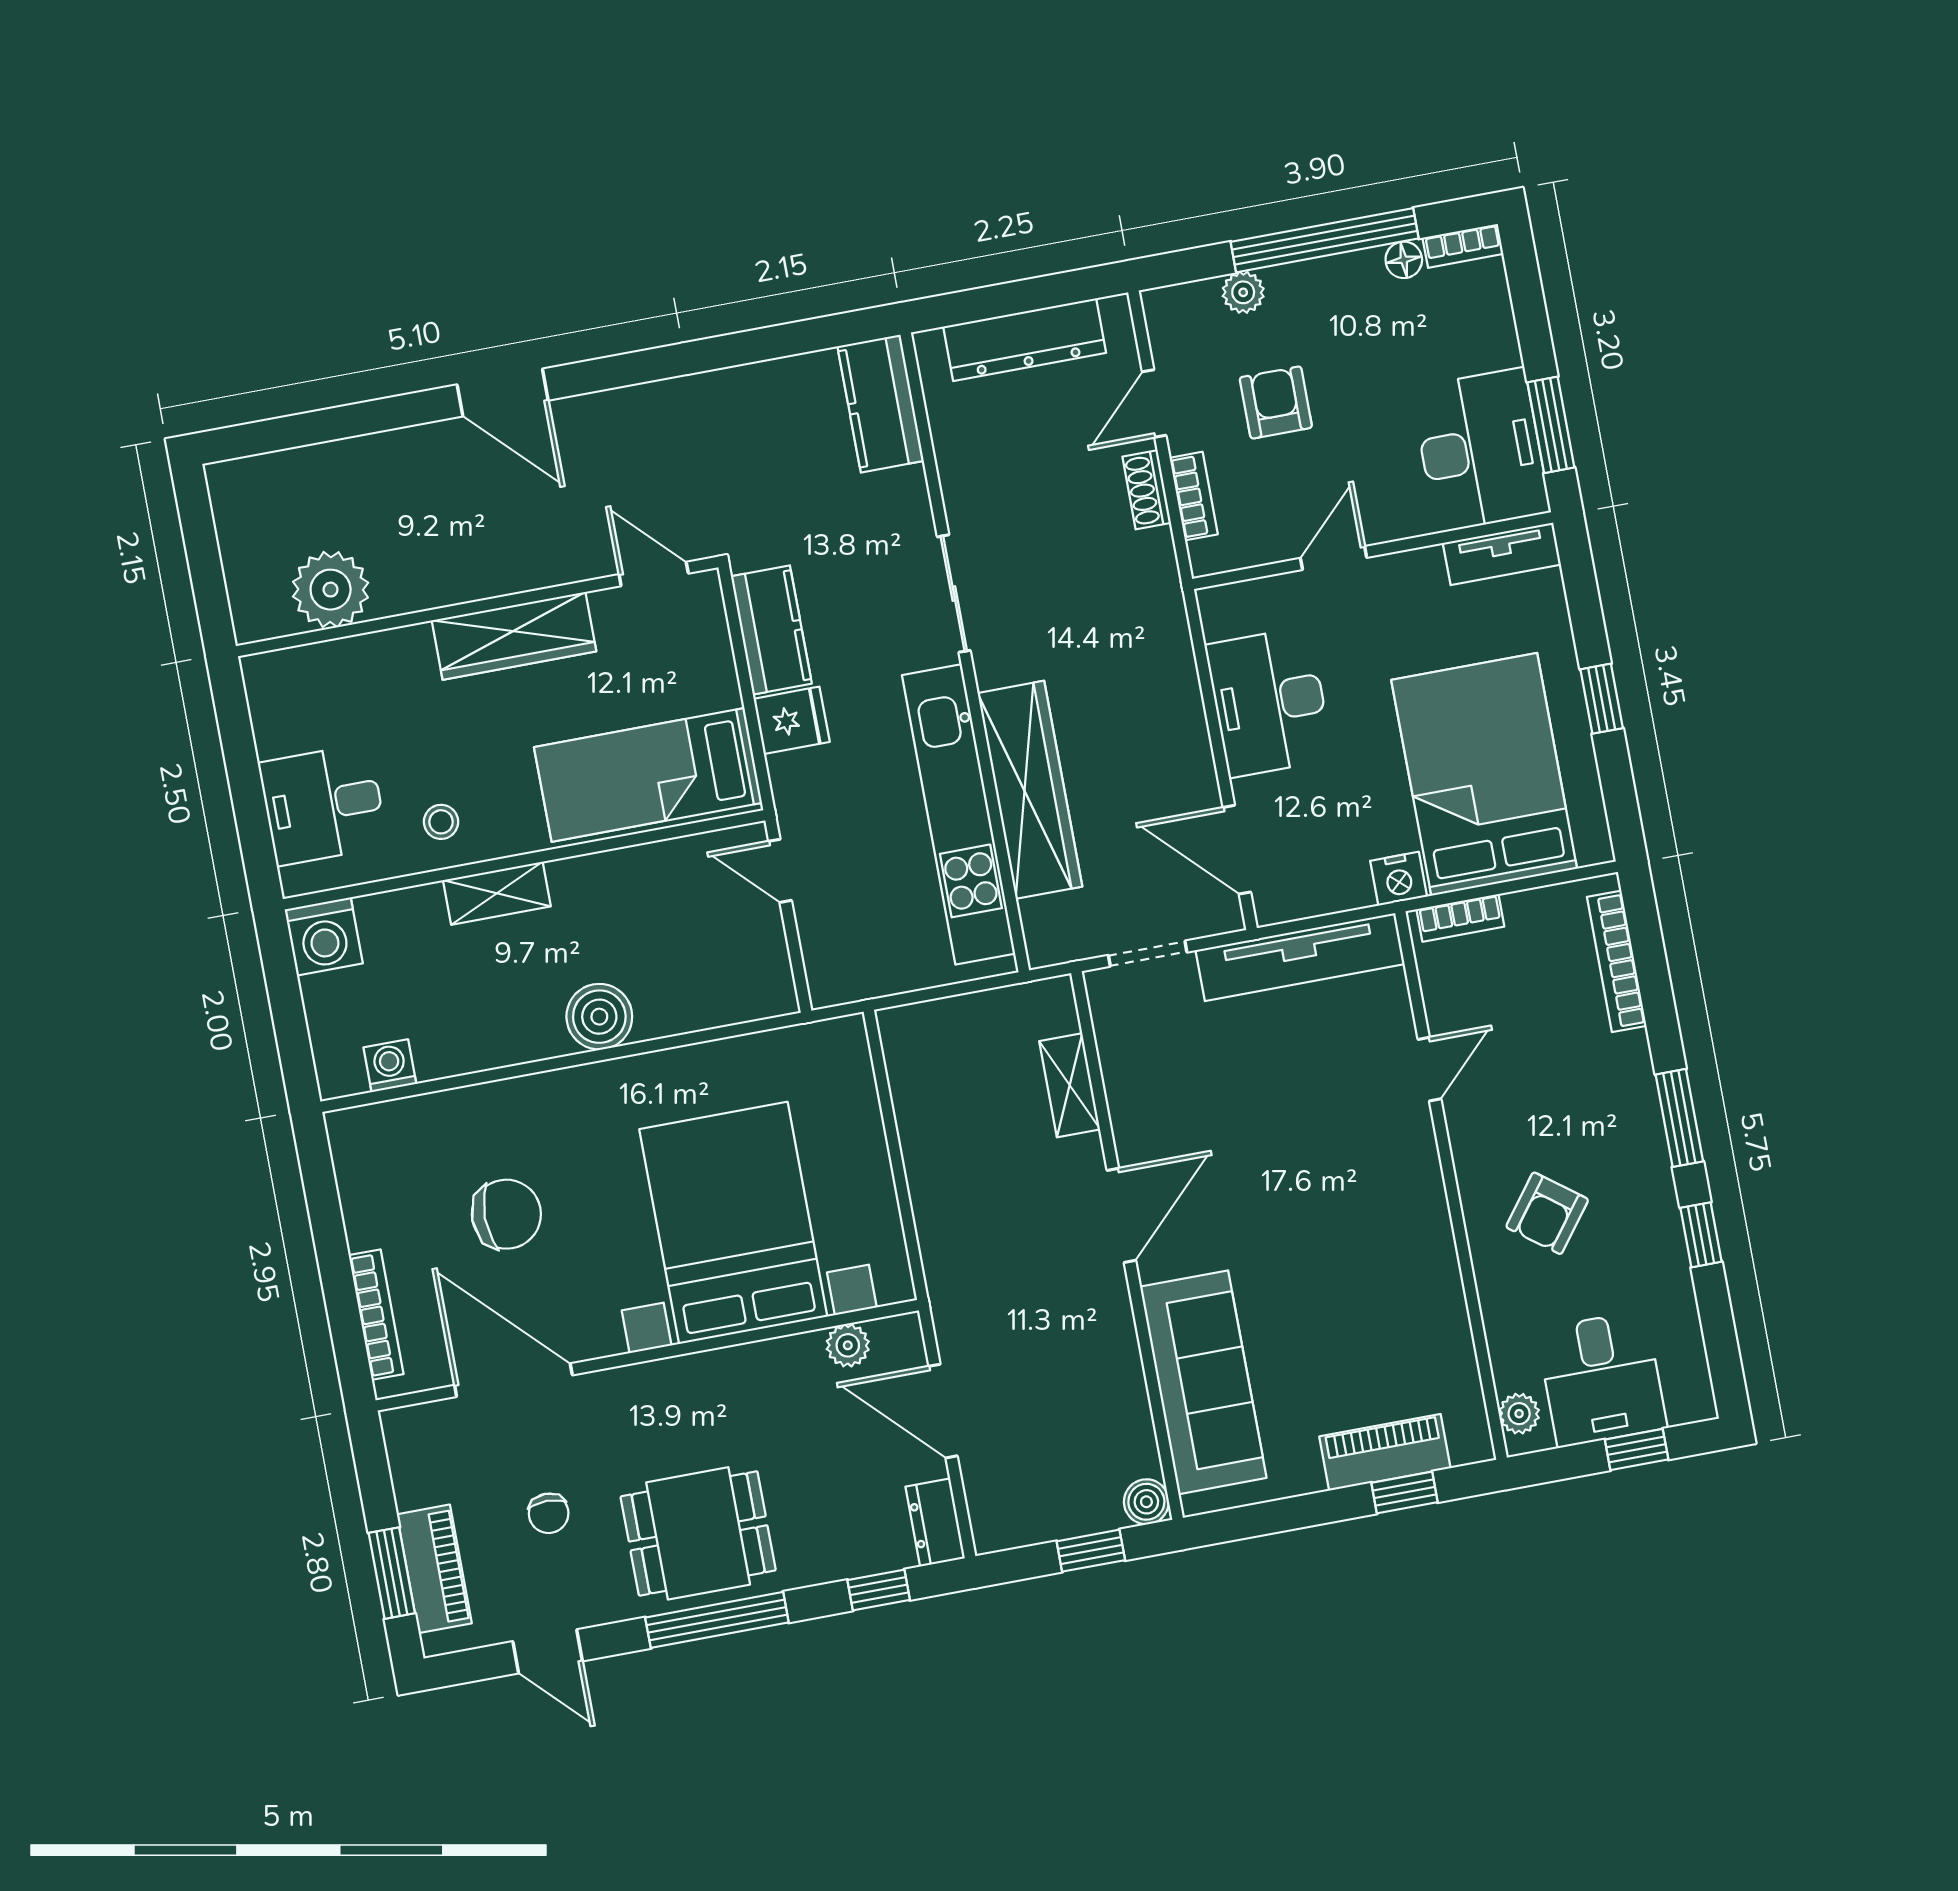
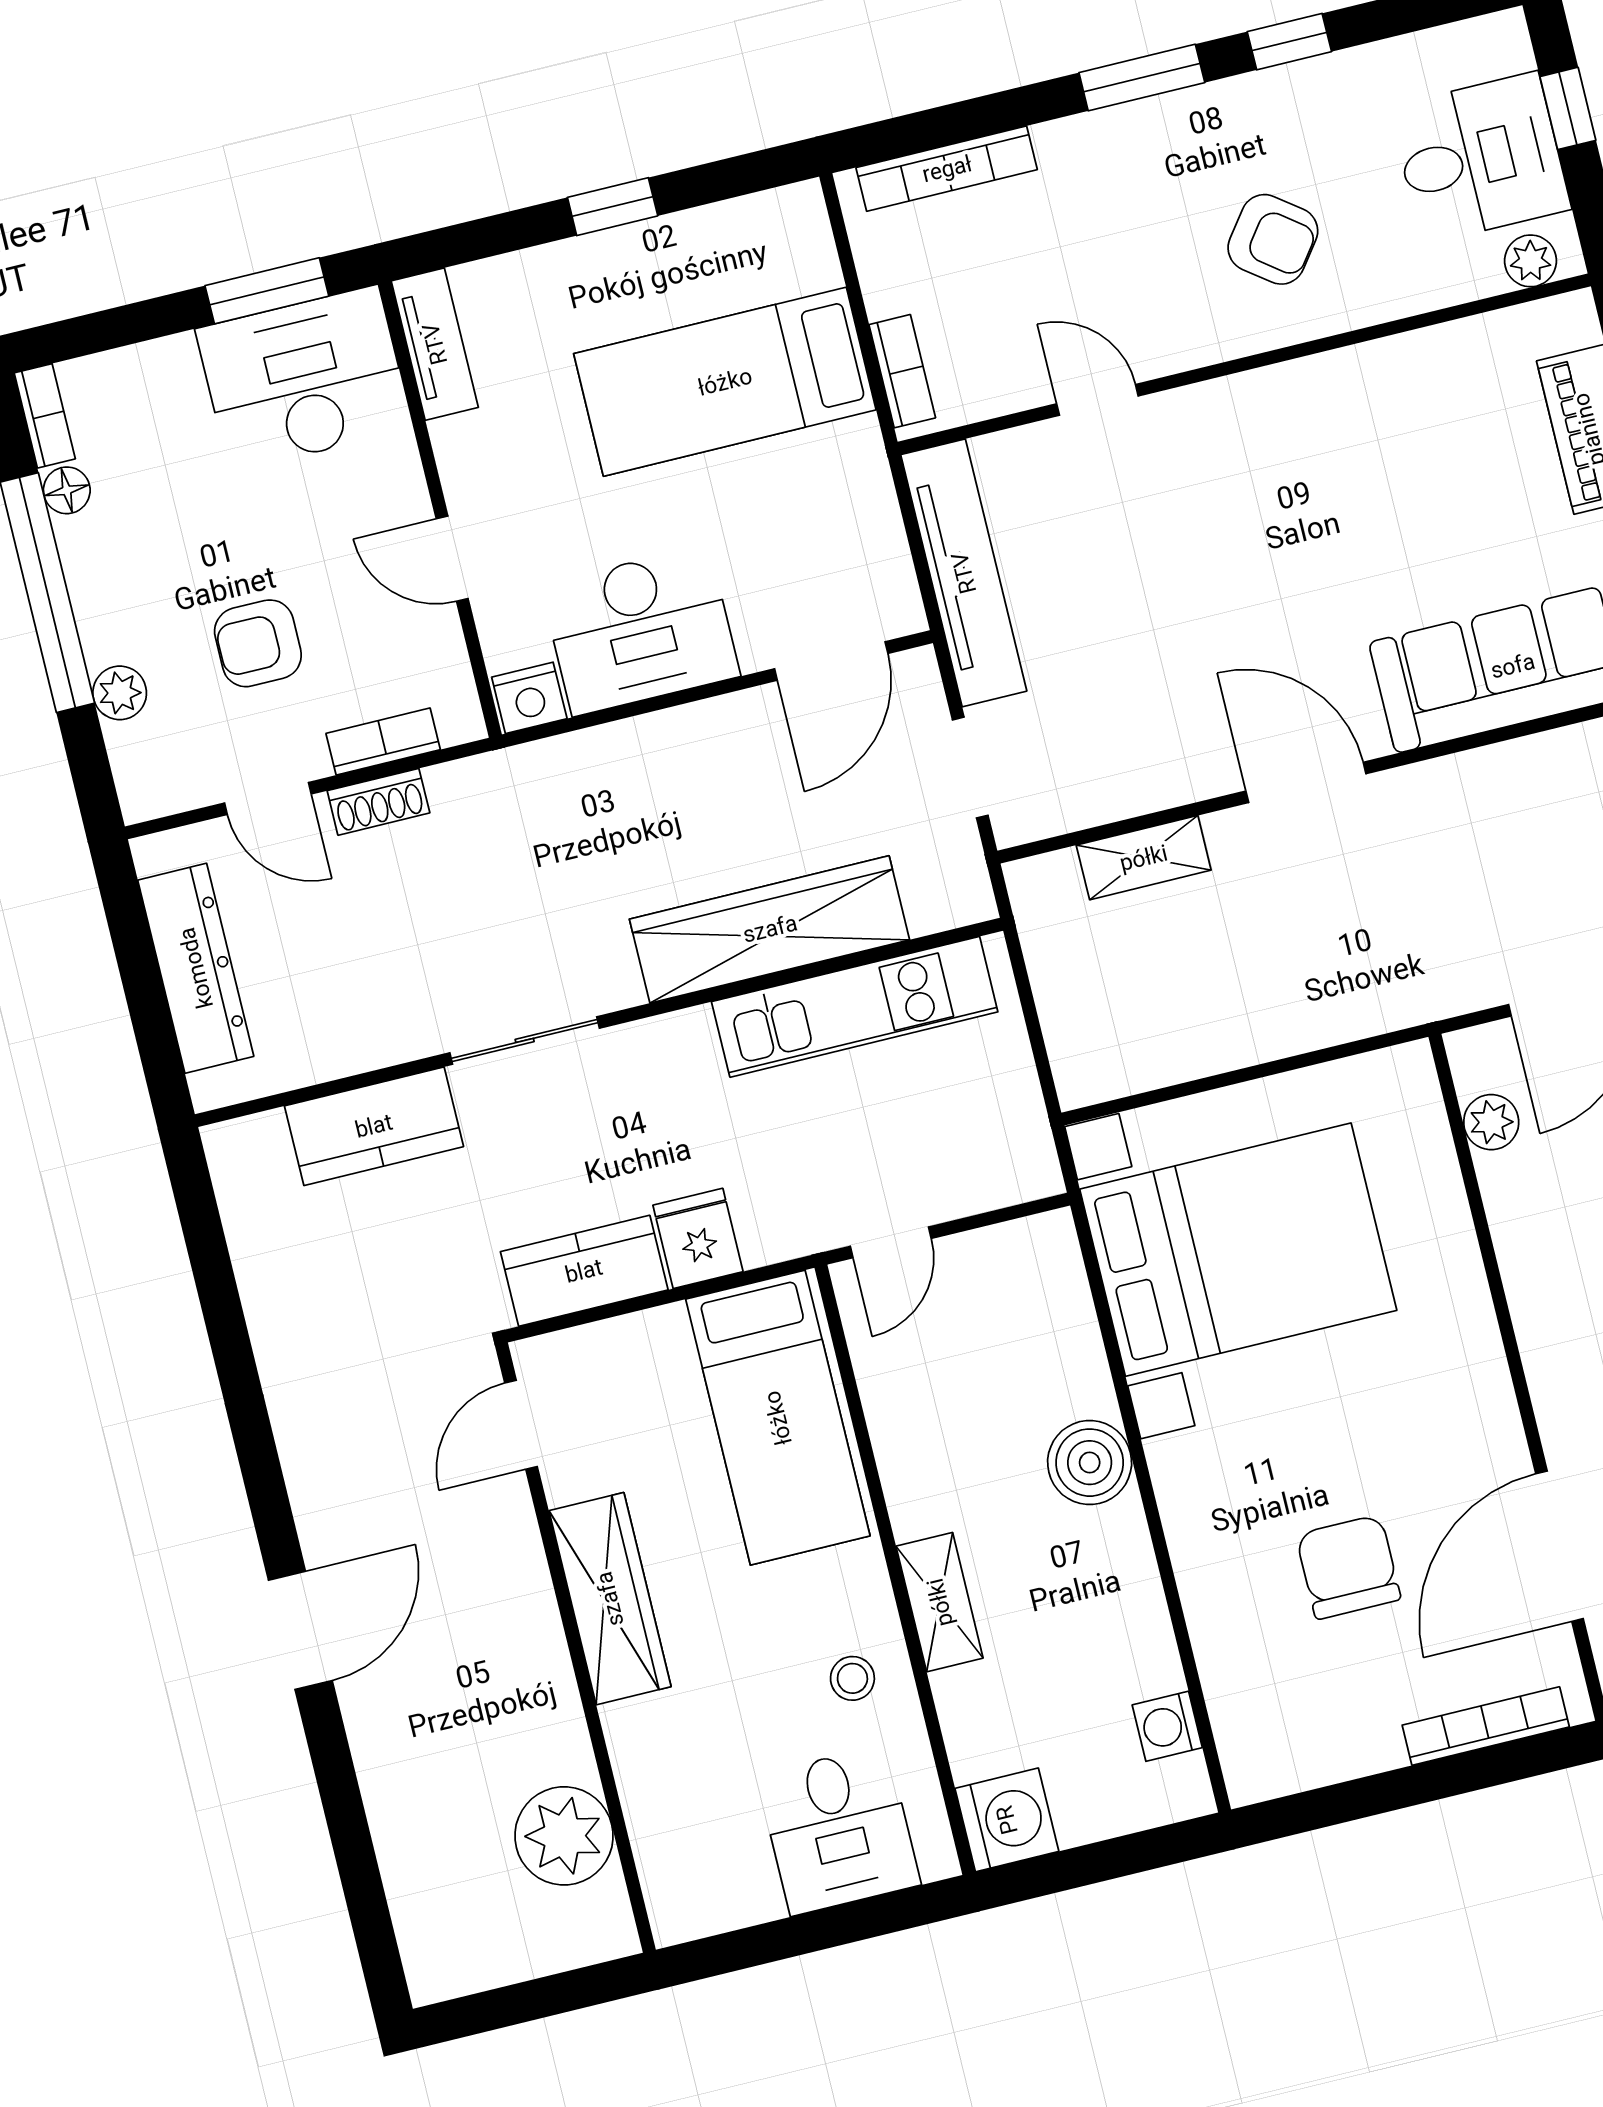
kitchen counter: (881, 404) -> (374, 1126), moved
bed: (1484, 774) -> (725, 382), width x0.67
kitchen unit: (959, 814) -> (855, 1007), width x0.73
nightstand: (1399, 879) -> (529, 698), moved, turned 90
bed with nightstands: (733, 1223) -> (1238, 1250), moved, turned 180

